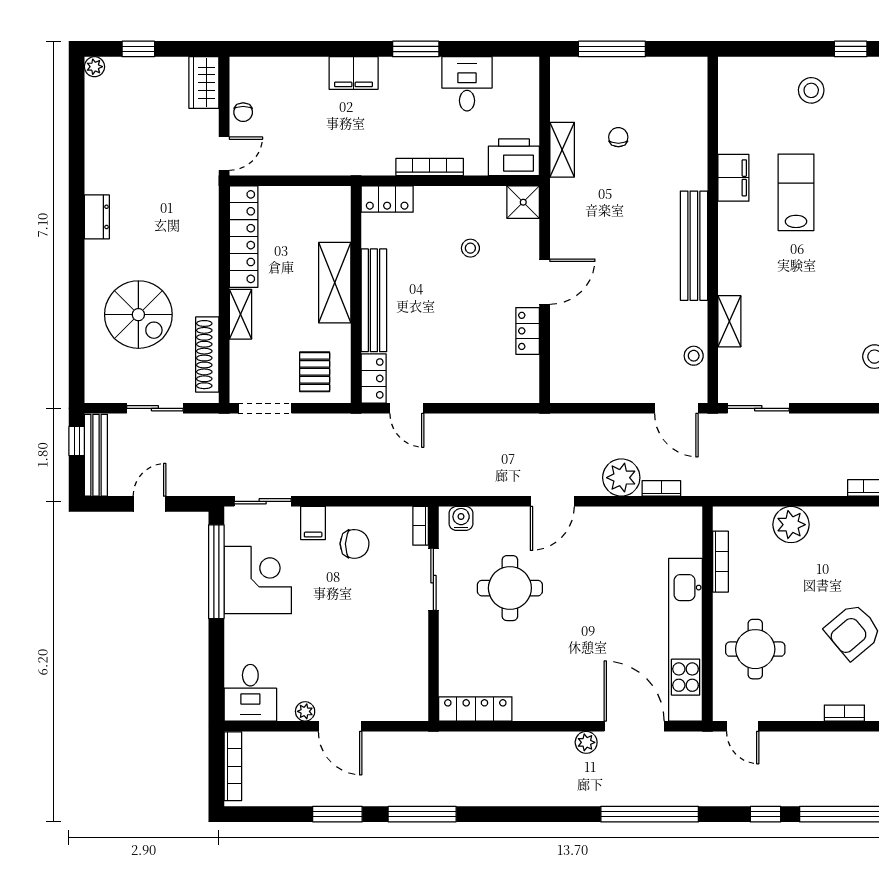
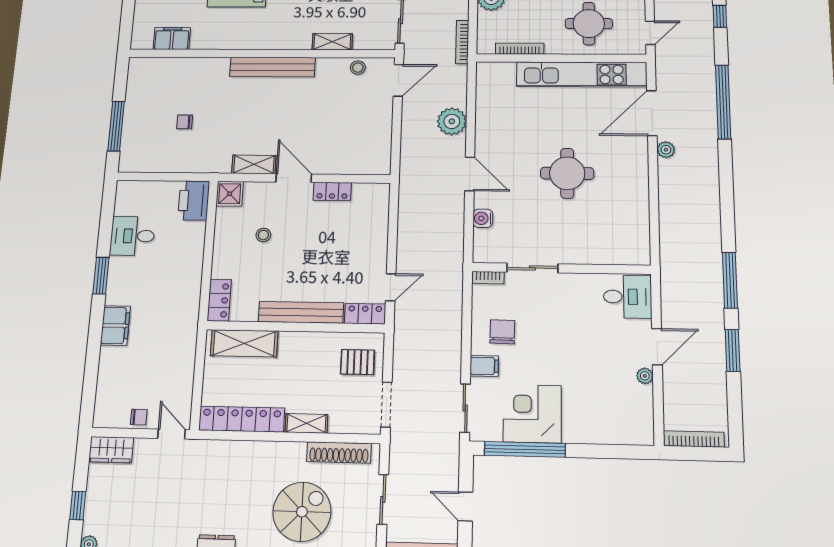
shelving: (562, 150) -> (254, 164), moved
bookcase: (430, 167) -> (196, 266), removed
filing cabinet: (733, 178) -> (172, 38), moved
shelving: (335, 283) -> (244, 343), moved
bookcase: (661, 488) -> (462, 42), moved, width x1.56
water cooler: (461, 518) -> (483, 218), moved
round table: (510, 588) -> (567, 173), moved
desk: (250, 693) -> (628, 297), moved
locker: (475, 709) -> (640, 236), removed

